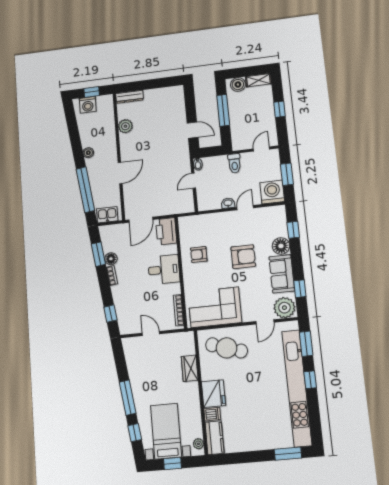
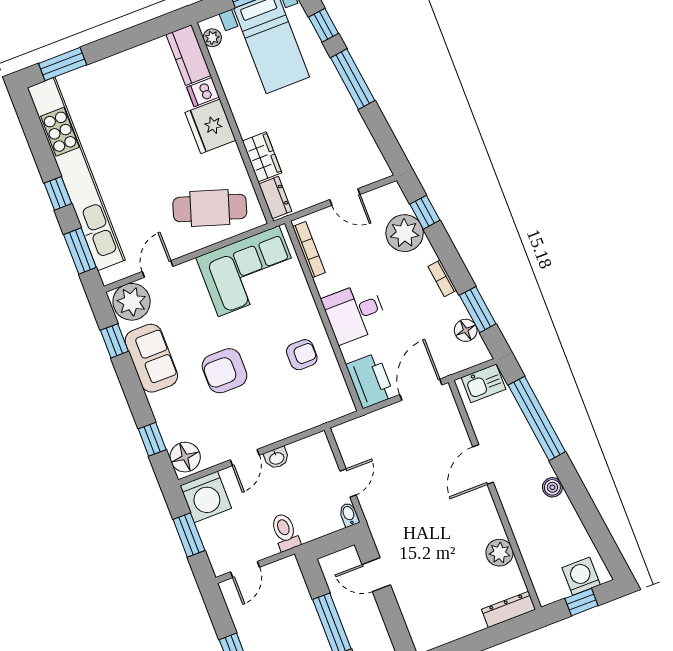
floor lamp: (281, 246) -> (185, 457), moved
floor lamp: (111, 259) -> (466, 330), moved
plant: (125, 305) -> (405, 233), added
dresser: (189, 344) -> (275, 198), added

